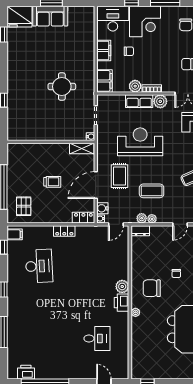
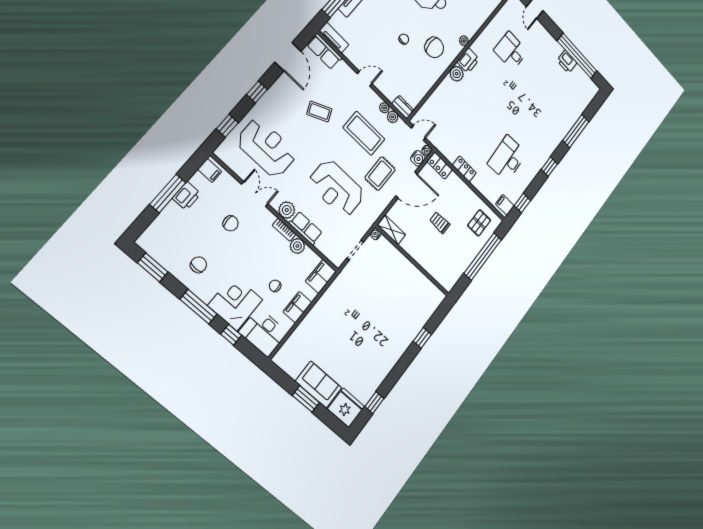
round table: (62, 87) -> (363, 305), removed
coffee table: (152, 191) -> (364, 133), width x1.36, depth x1.32
printer: (26, 372) -> (567, 62), moved

